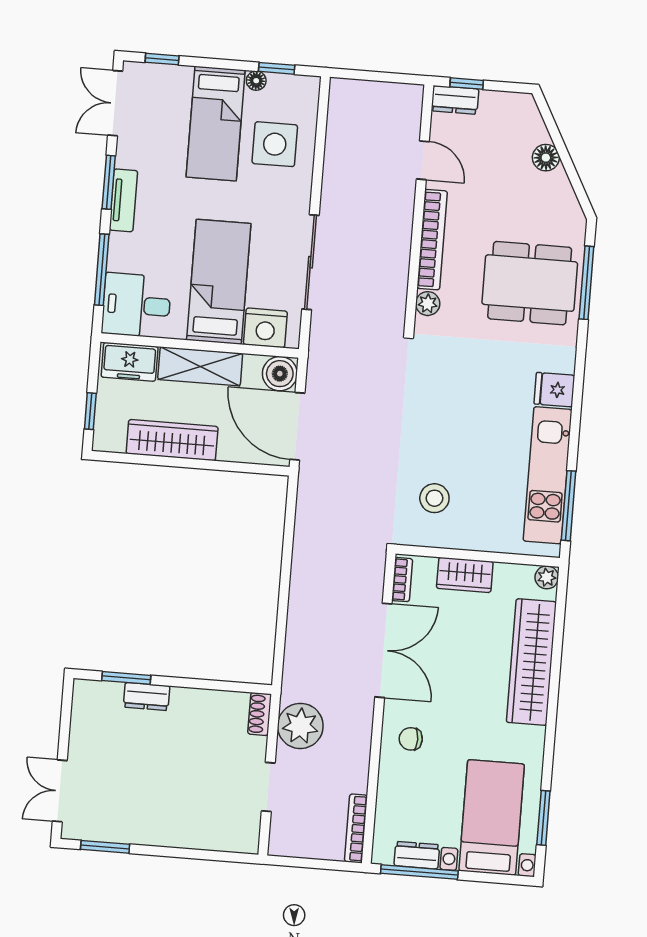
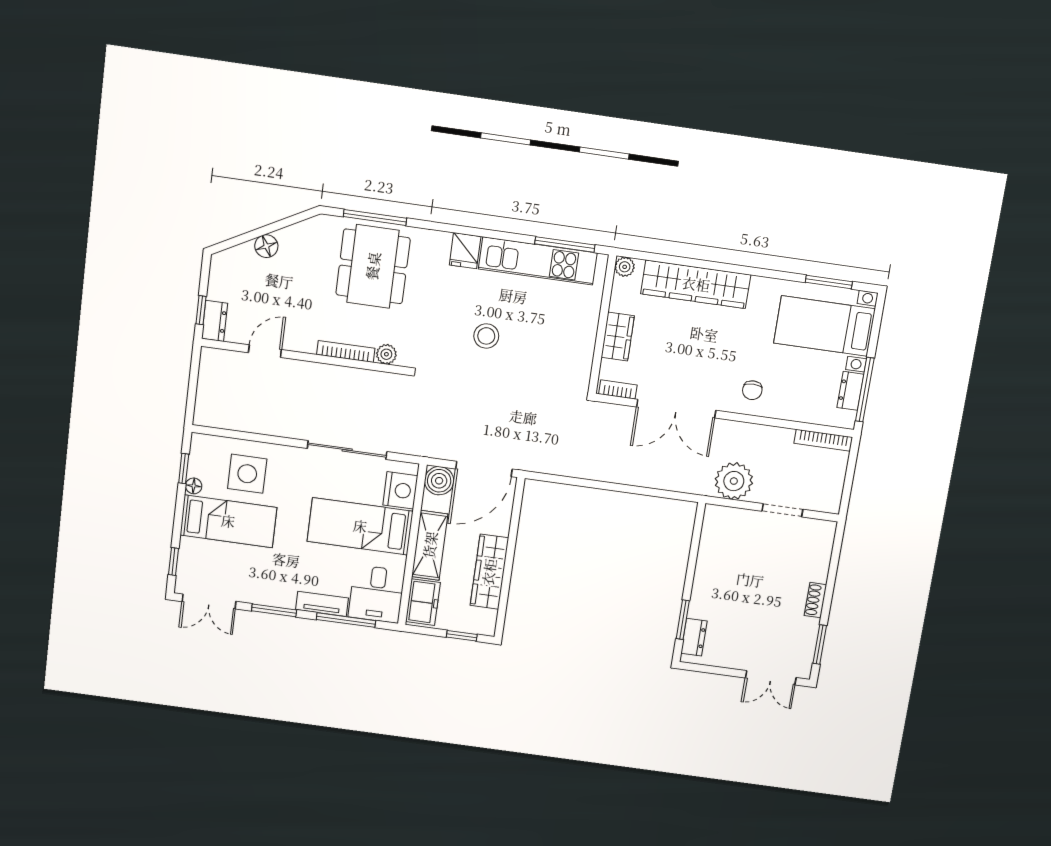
tv unit: (123, 200) -> (322, 604), moved
bookcase: (432, 240) -> (346, 351), width x0.68, depth x0.76
stool: (434, 498) -> (486, 336), moved
double door: (383, 650) -> (676, 409), swing flipped
dresser: (147, 697) -> (694, 637), moved
shoe rack: (260, 714) -> (815, 600), moved, turned 90

